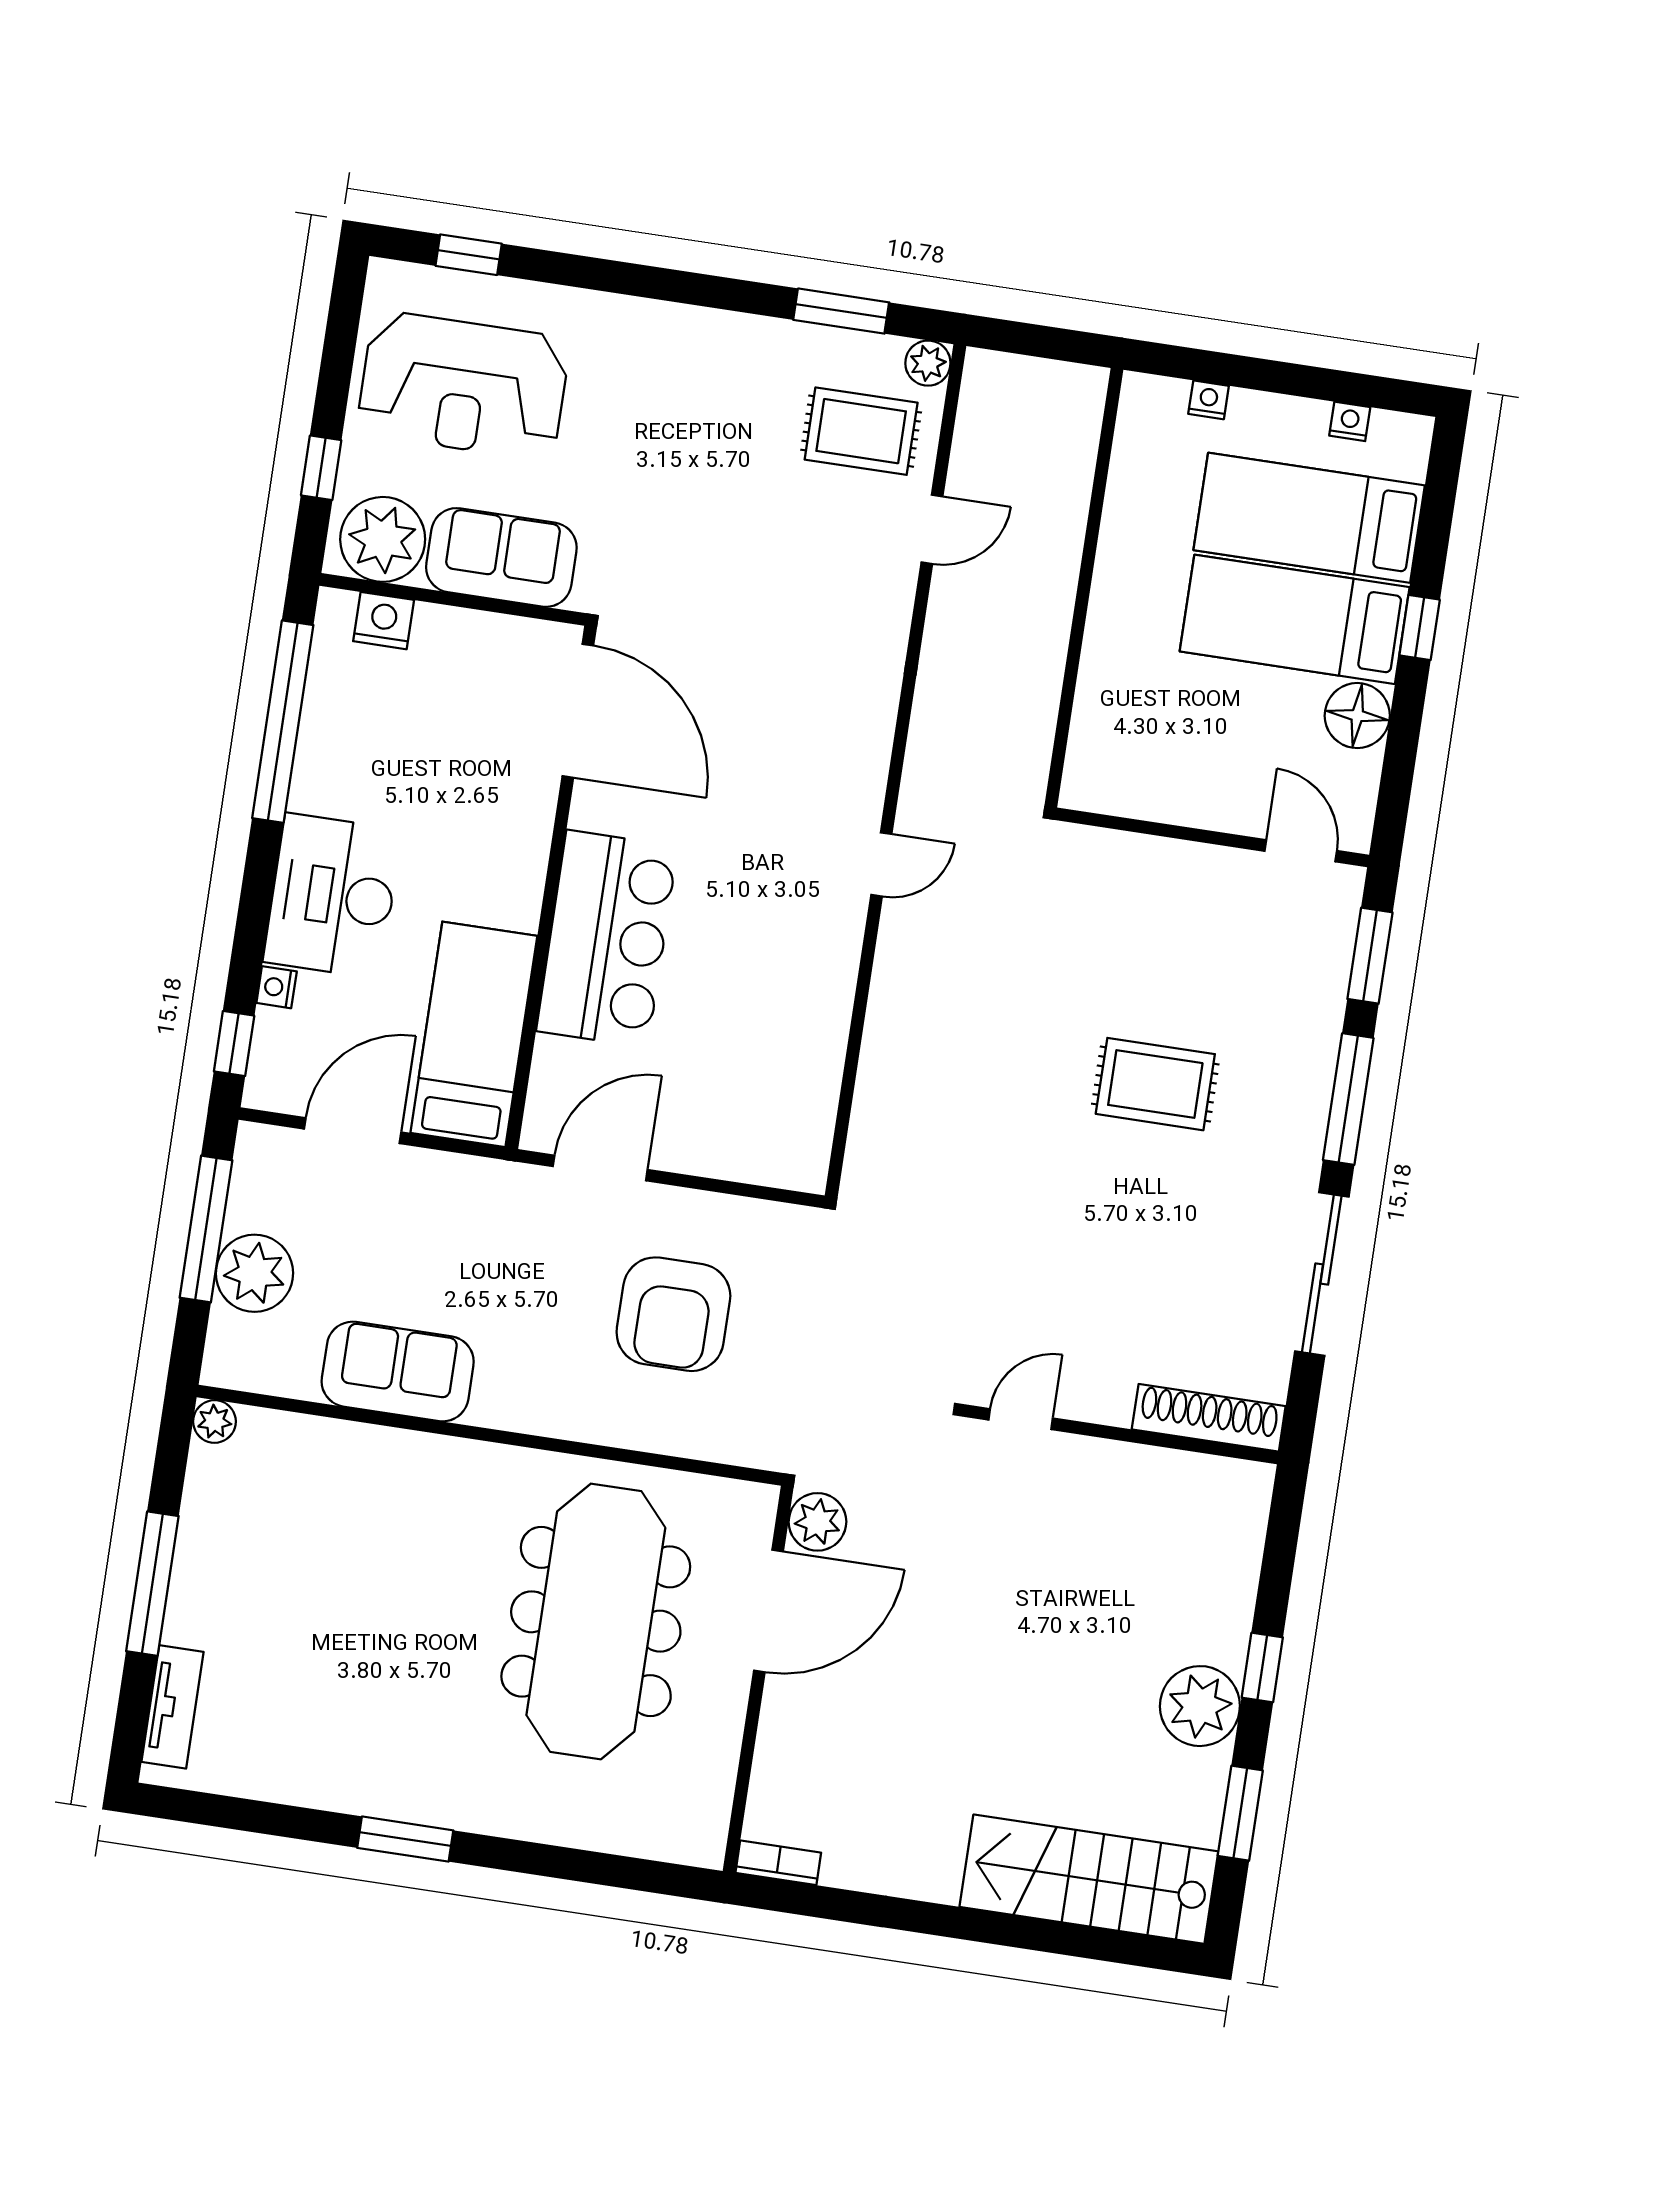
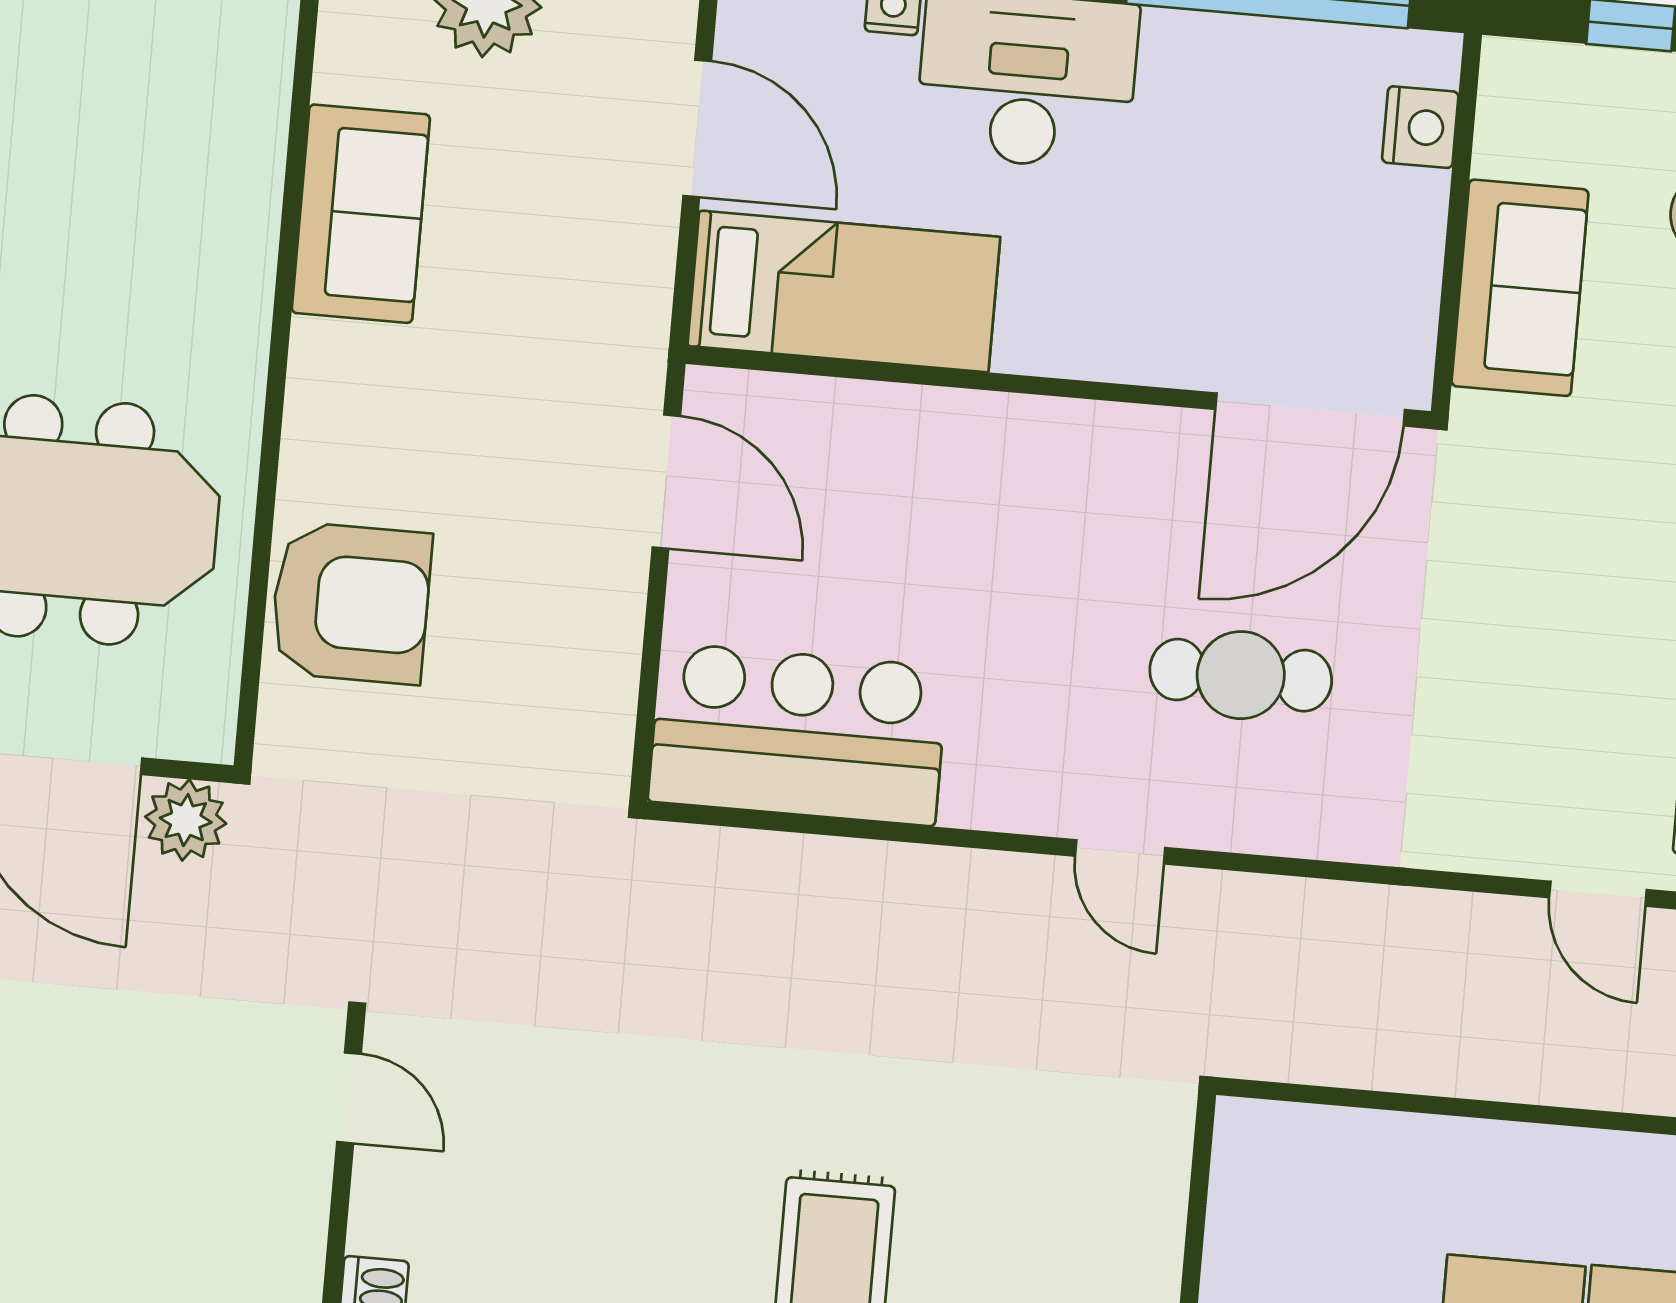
plant: (383, 539) -> (1535, 119), removed
cafe table: (762, 772) -> (1241, 675), added
bar counter: (607, 939) -> (798, 734), moved, turned 180
armchair: (673, 1314) -> (351, 603), moved, turned 180

